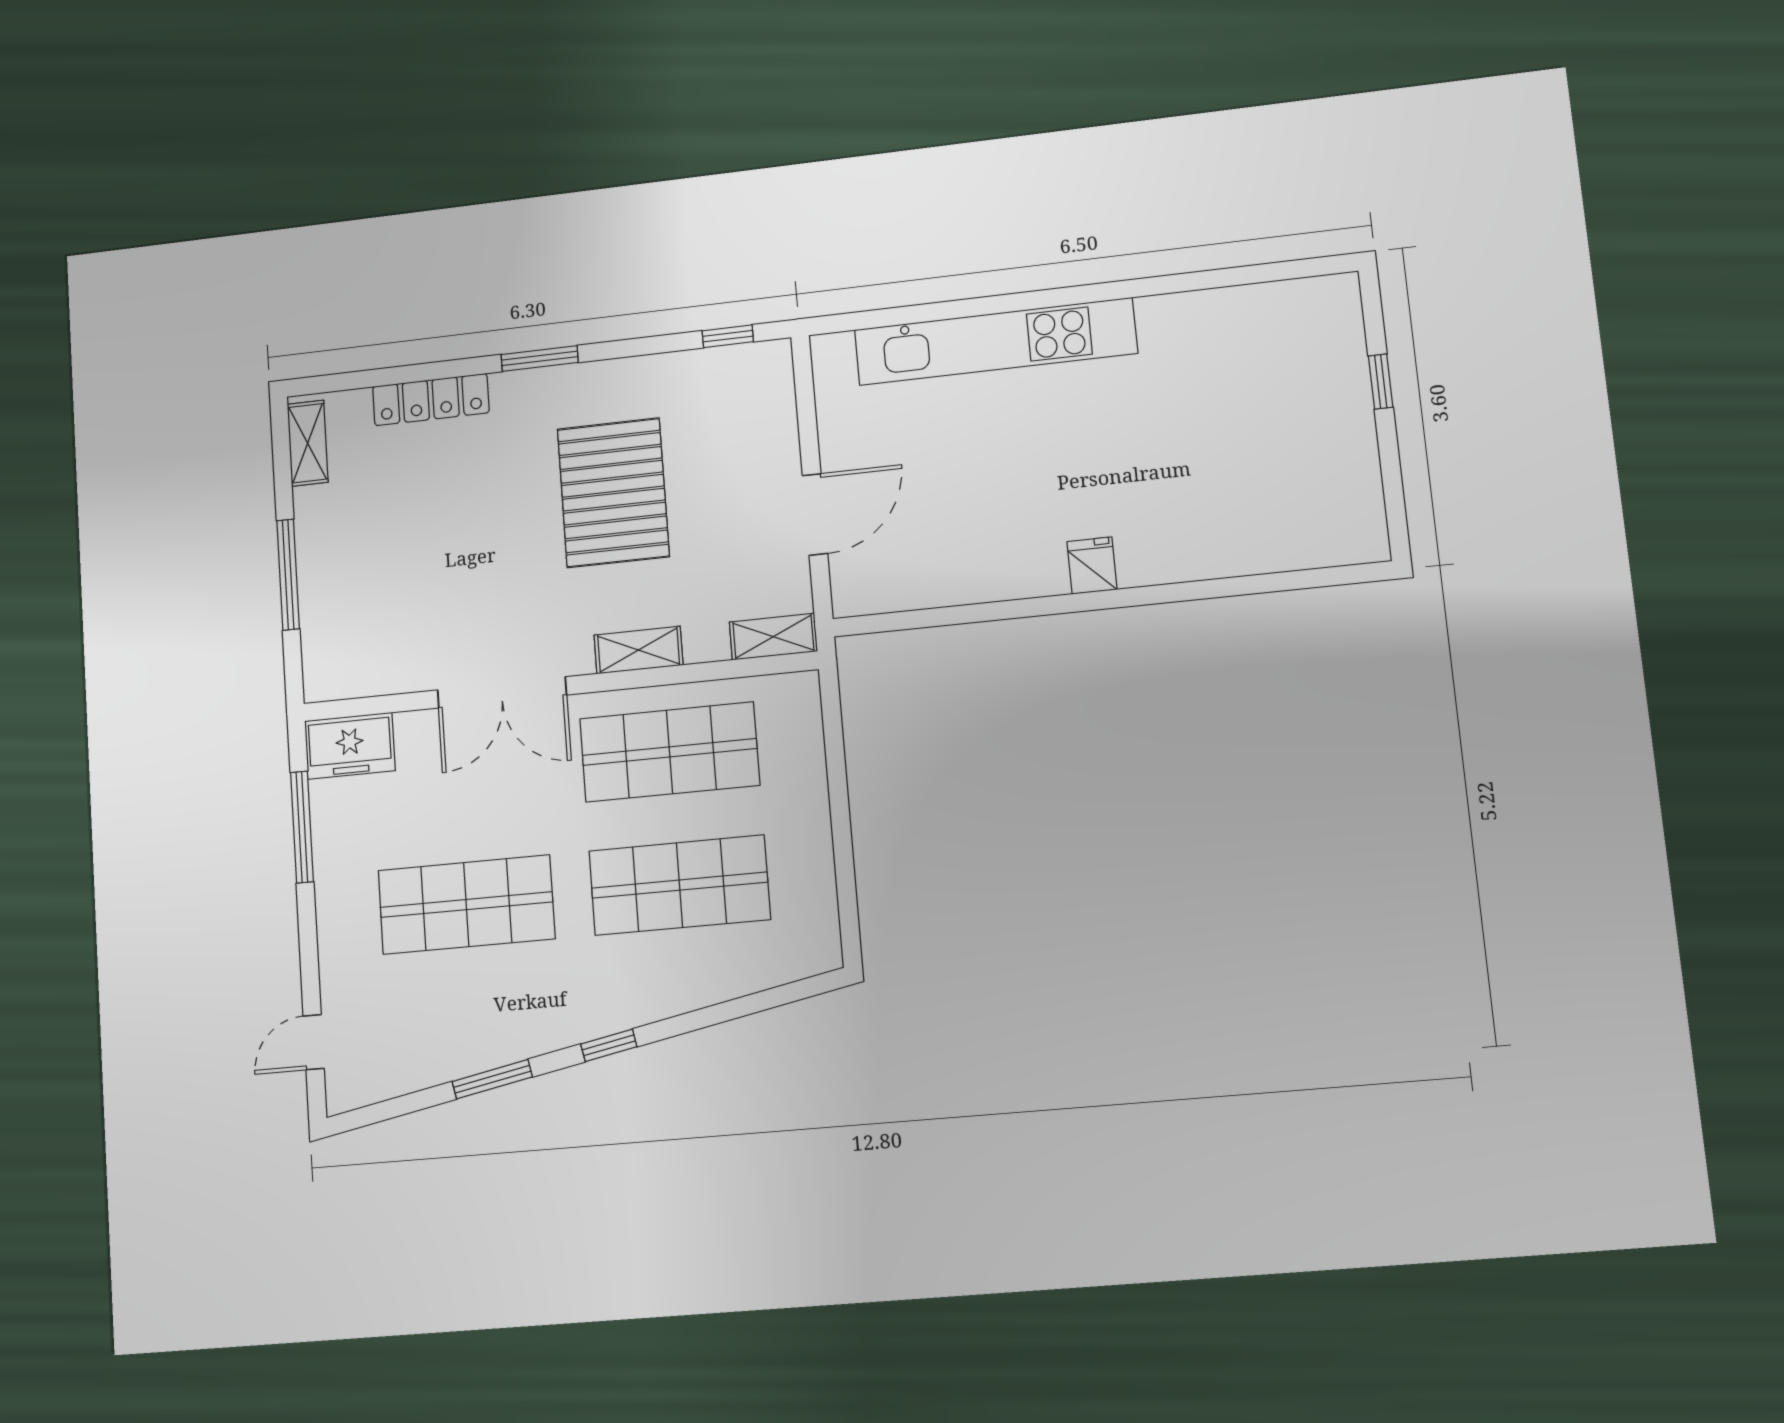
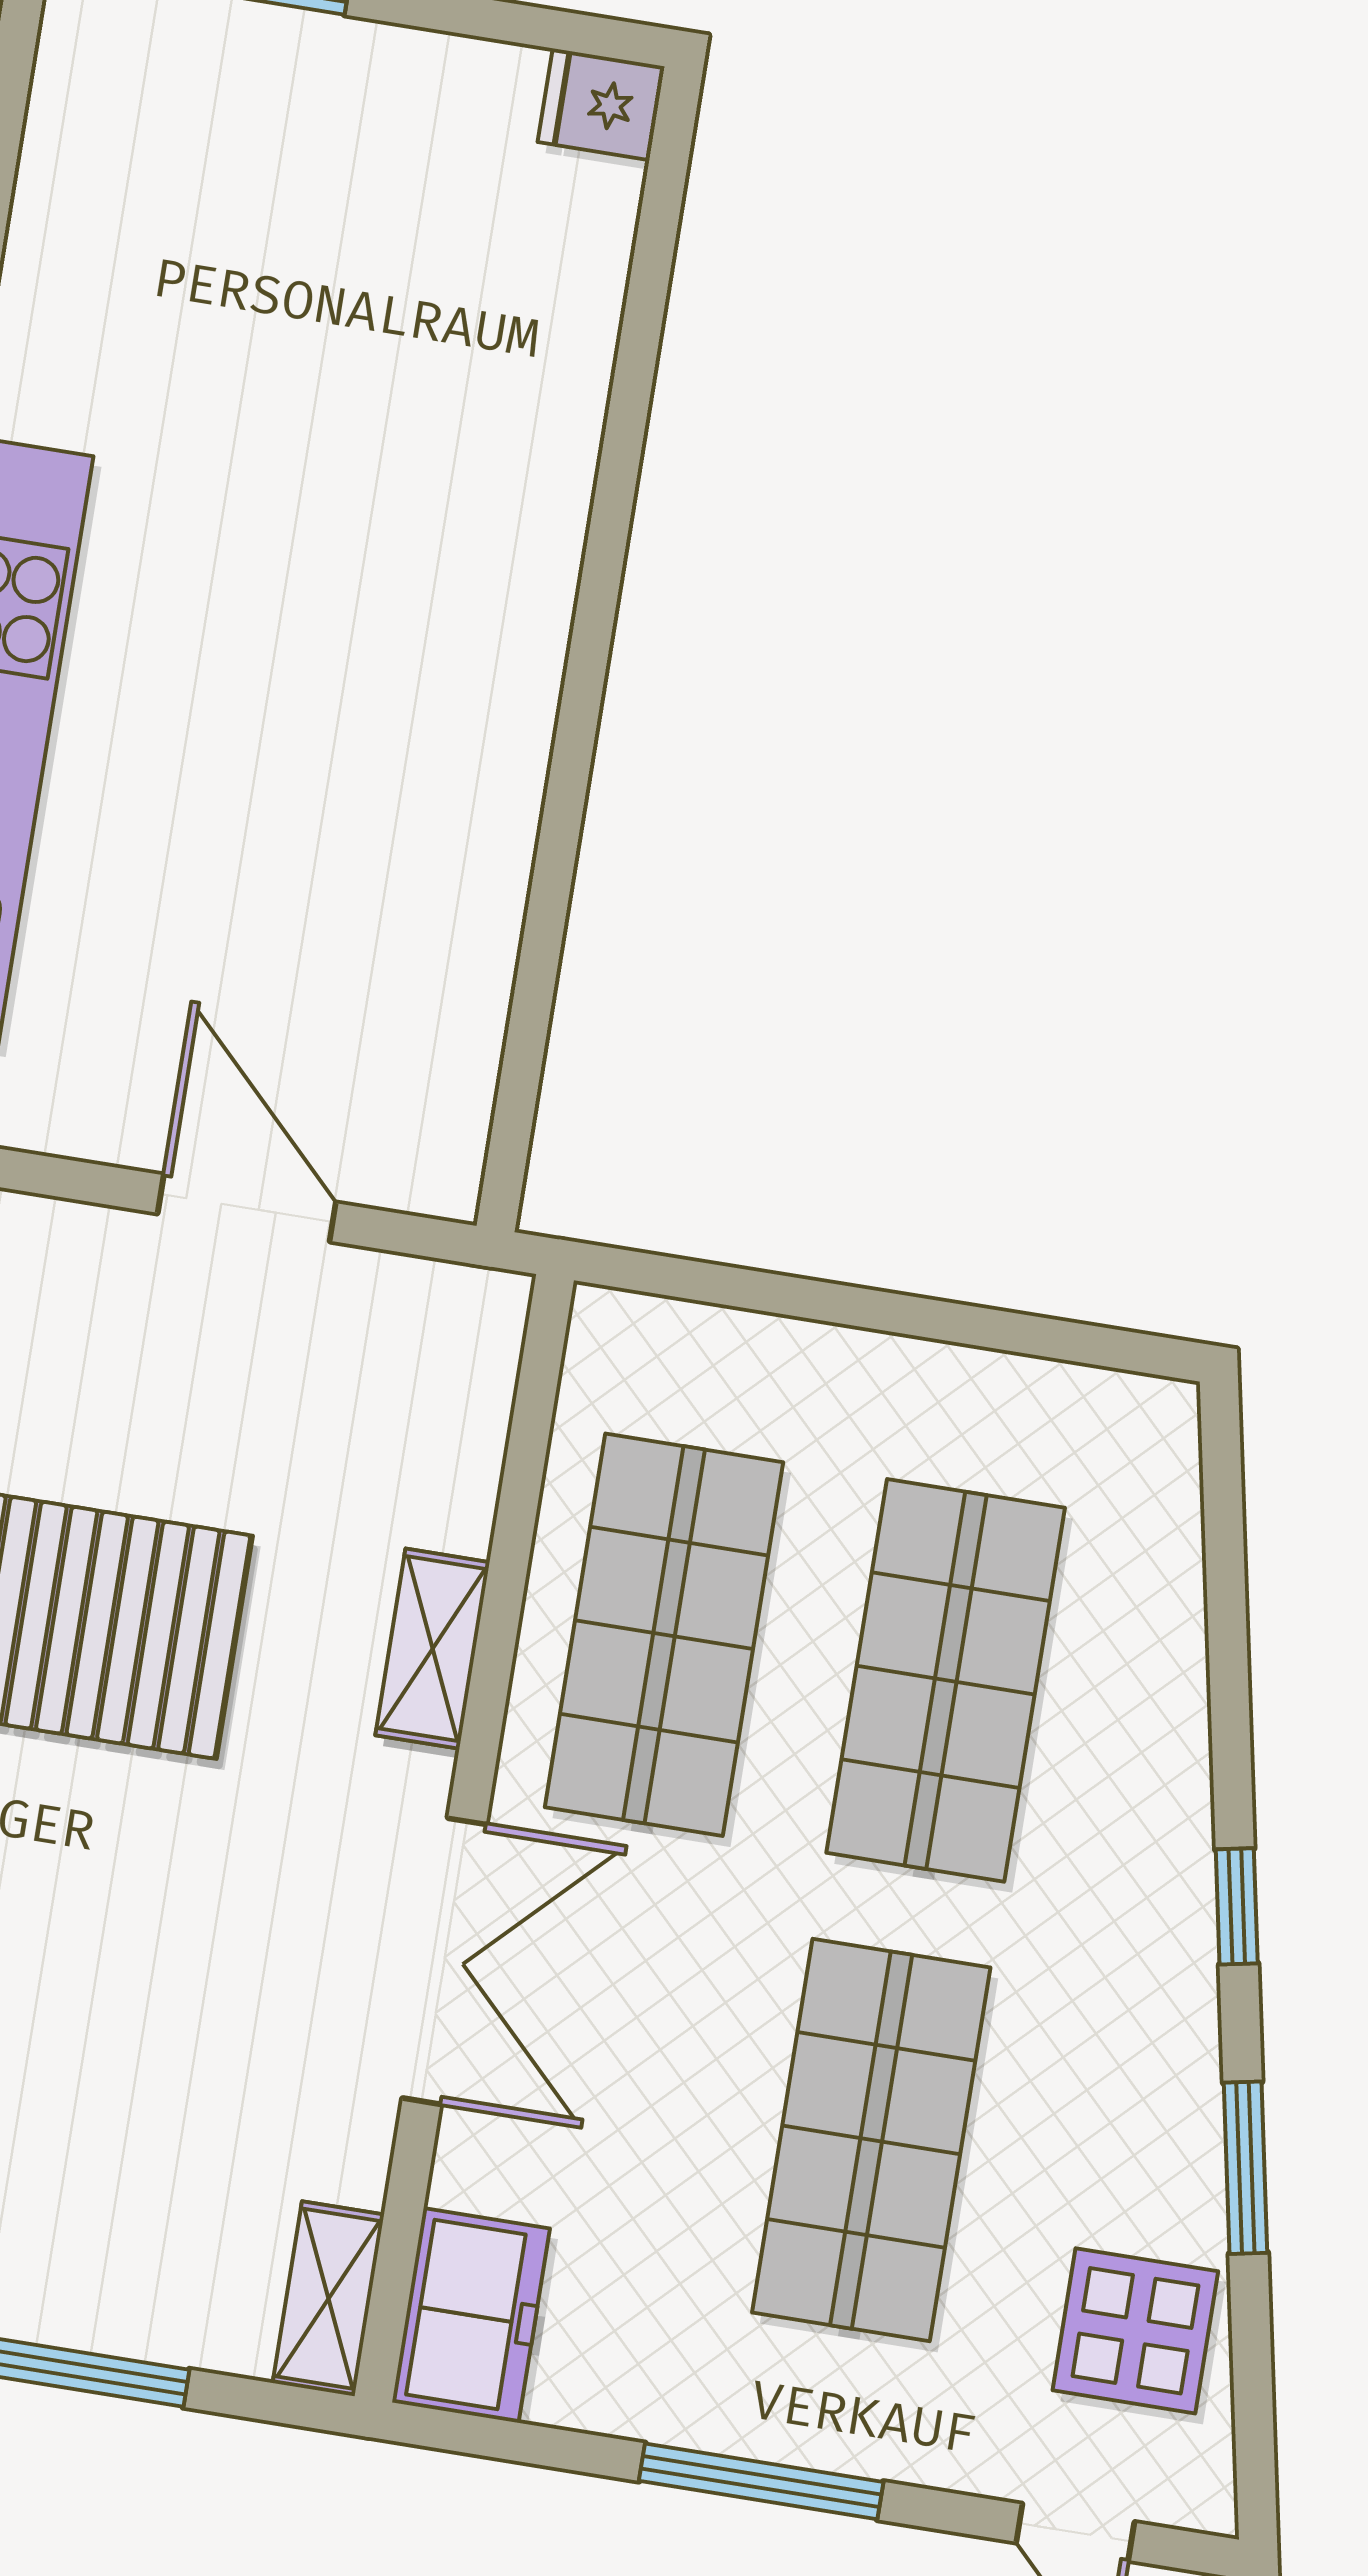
fridge: (1092, 565) -> (601, 104), moved
shelving: (773, 637) -> (328, 2299), moved
window: (302, 827) -> (761, 2481), moved
display table: (408, 1047) -> (1135, 2331), added

